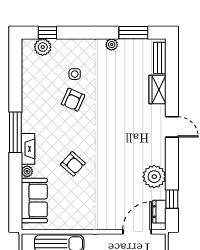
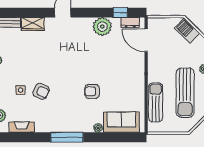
fireplace: (28, 149) -> (22, 127), moved
armchair: (73, 164) -> (92, 91), turned -132

